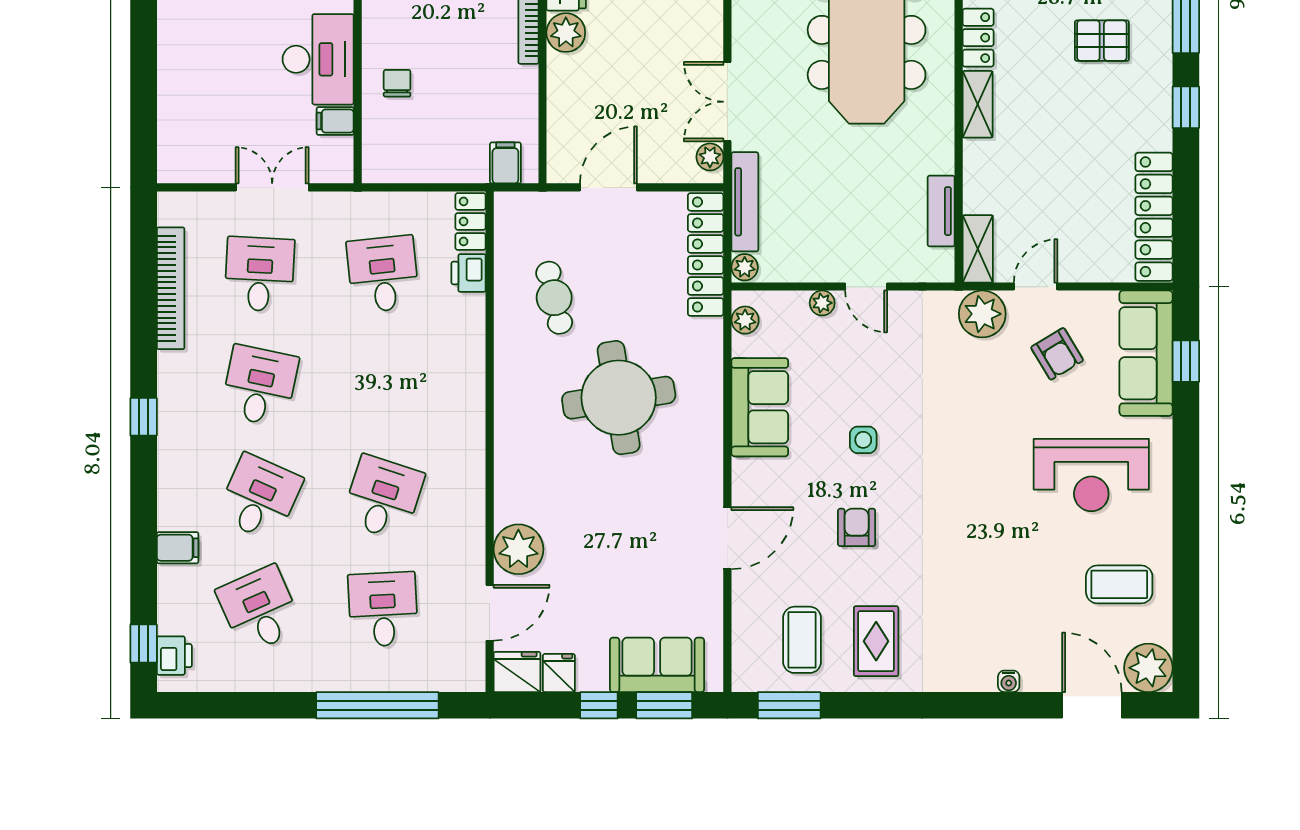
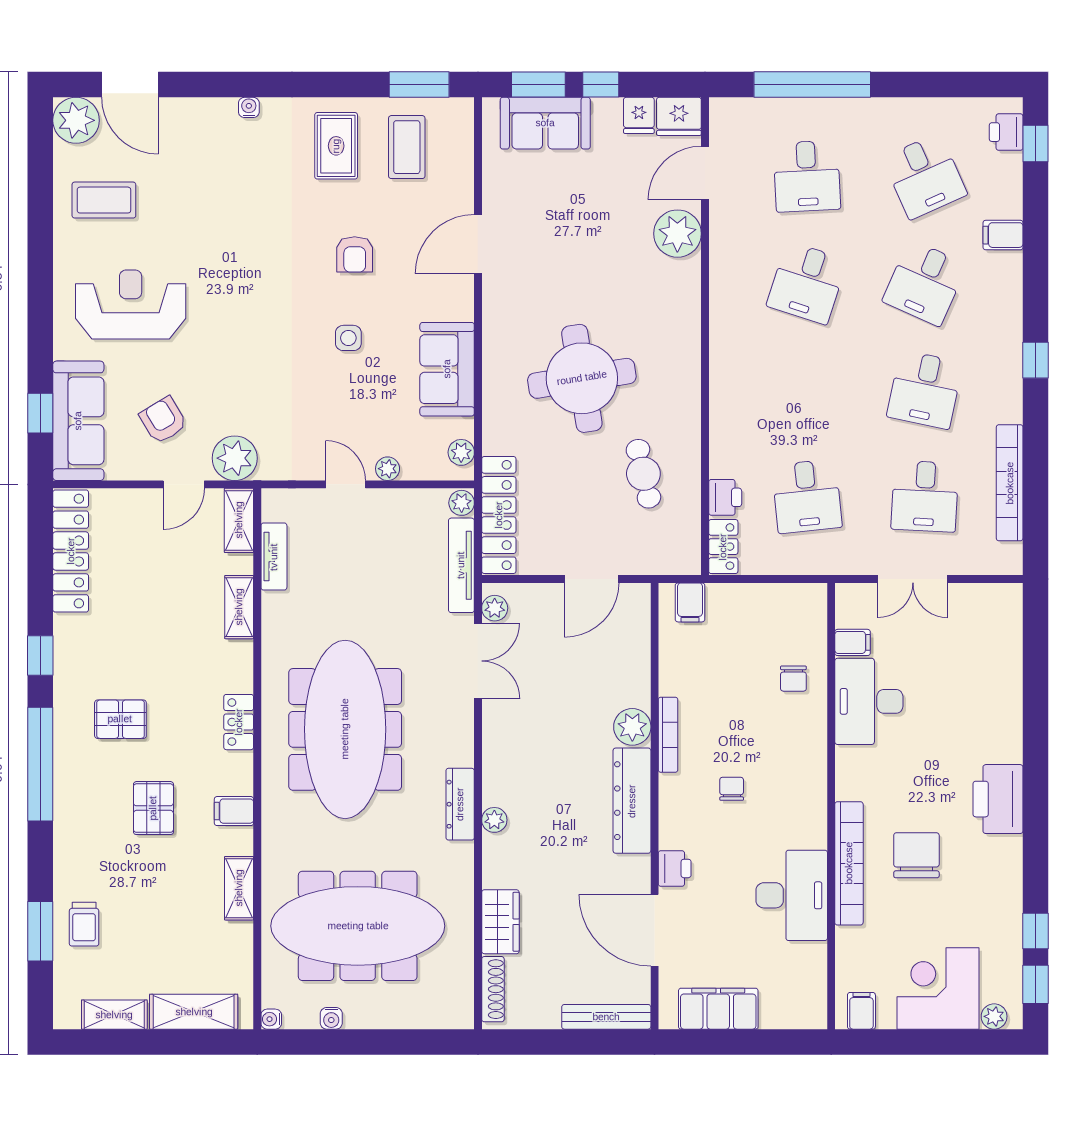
shelving: (978, 104) -> (239, 607), moved
water cooler: (1009, 681) -> (249, 107), moved

